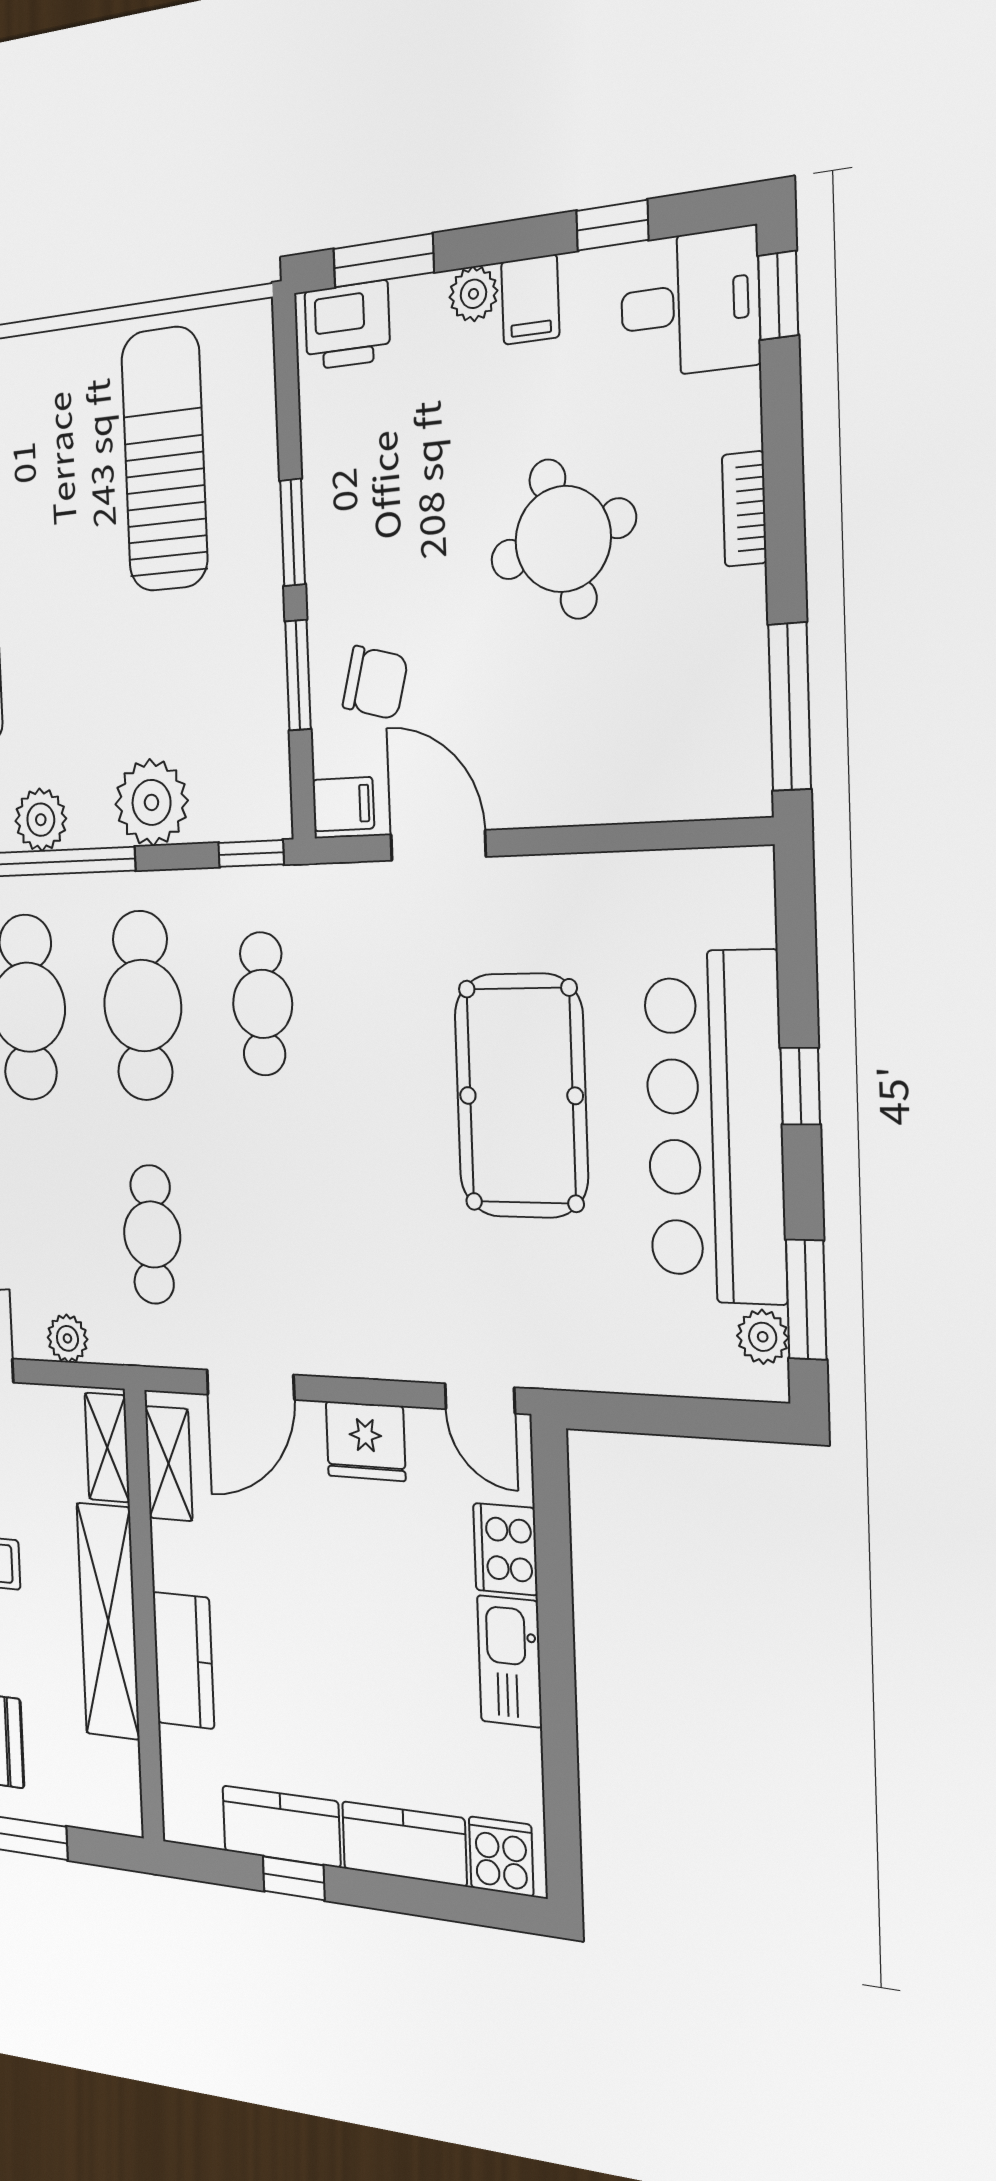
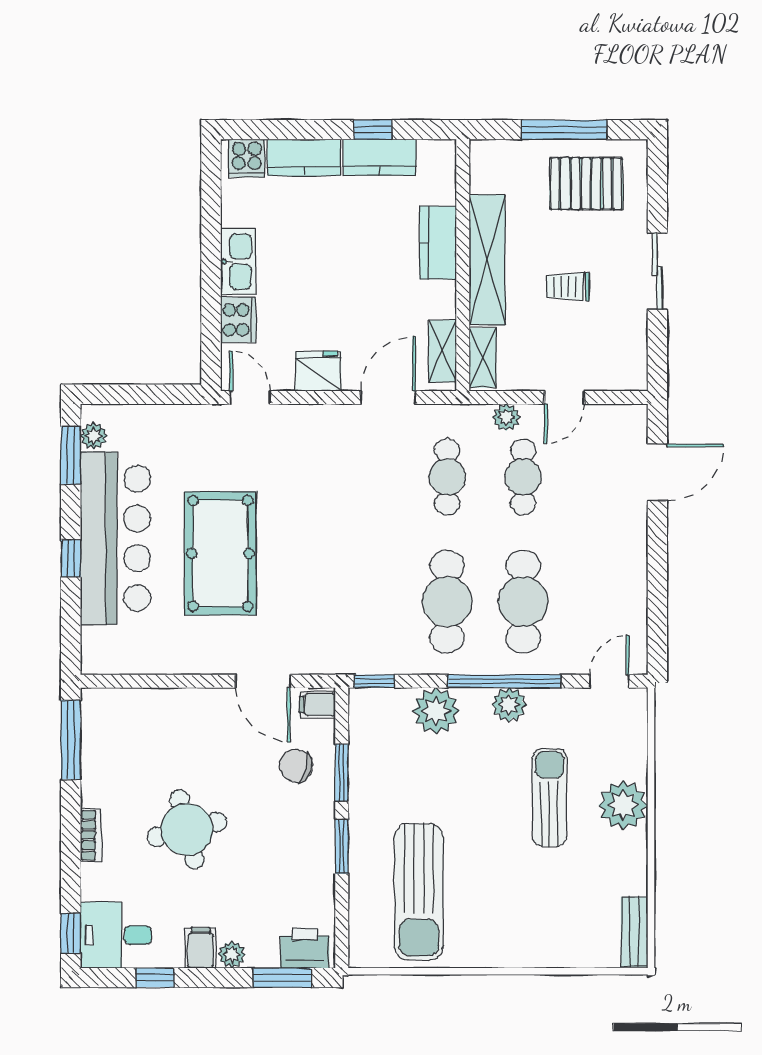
cafe table: (263, 1004) -> (523, 477), moved

